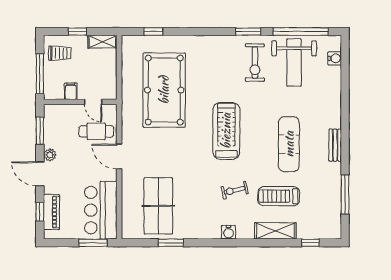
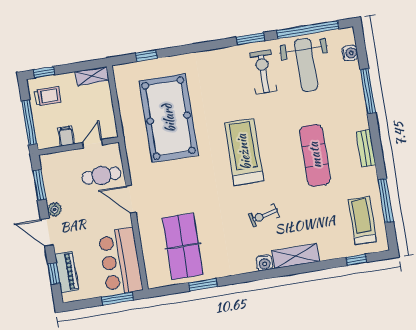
window: (77, 32) -> (44, 72), moved
exercise bike: (255, 63) -> (263, 72), turned 180
window: (345, 95) -> (368, 91), added
door: (93, 102) -> (93, 144), swing flipped
treadmill: (279, 196) -> (362, 220), moved, turned 90
shelving: (275, 231) -> (296, 256), moved

